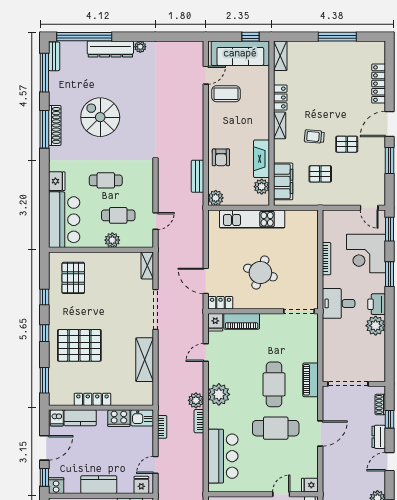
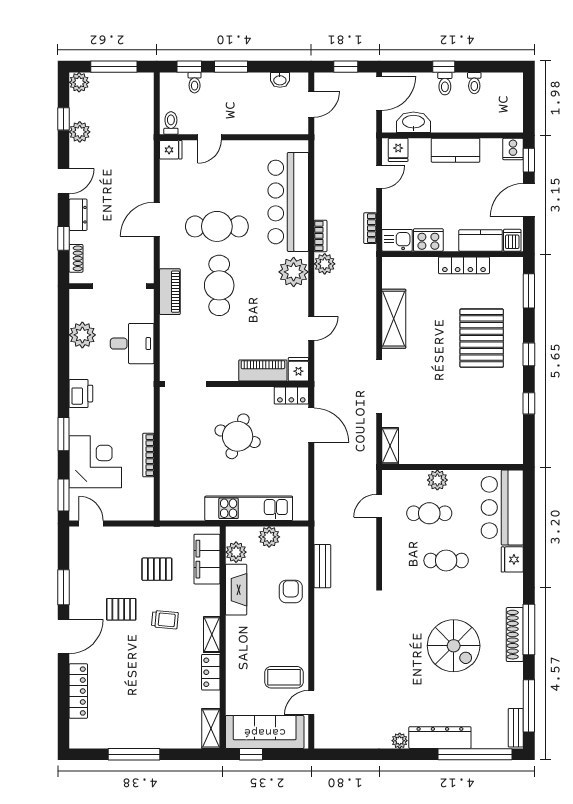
plant: (216, 198) -> (269, 537), moved
pallet: (73, 278) -> (490, 429), removed
desk: (339, 303) -> (132, 344), moved
plant: (376, 326) -> (82, 335), moved
pallet: (79, 345) -> (482, 338), turned 90
bar counter: (223, 456) -> (288, 202), width x1.36

